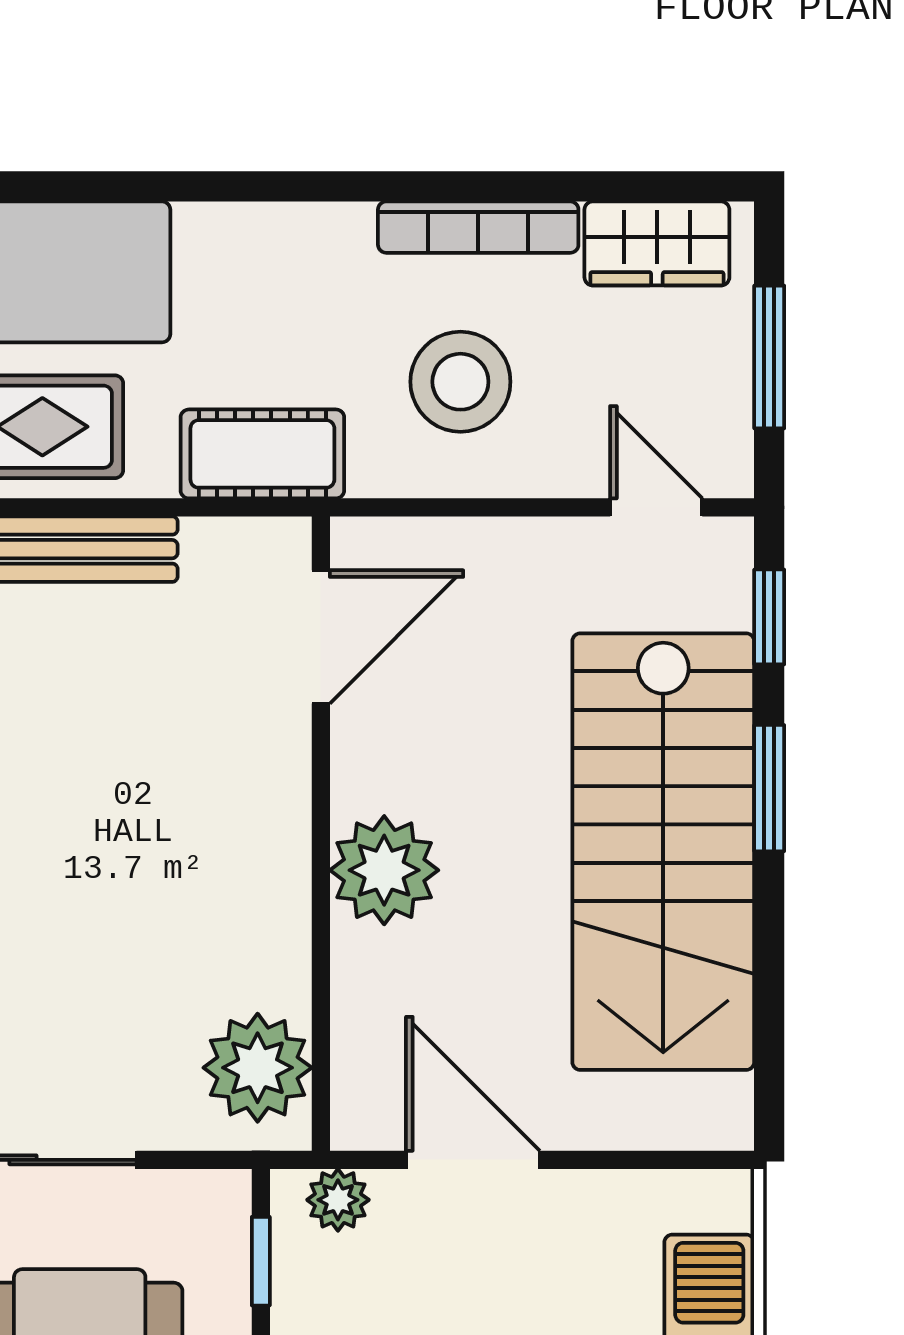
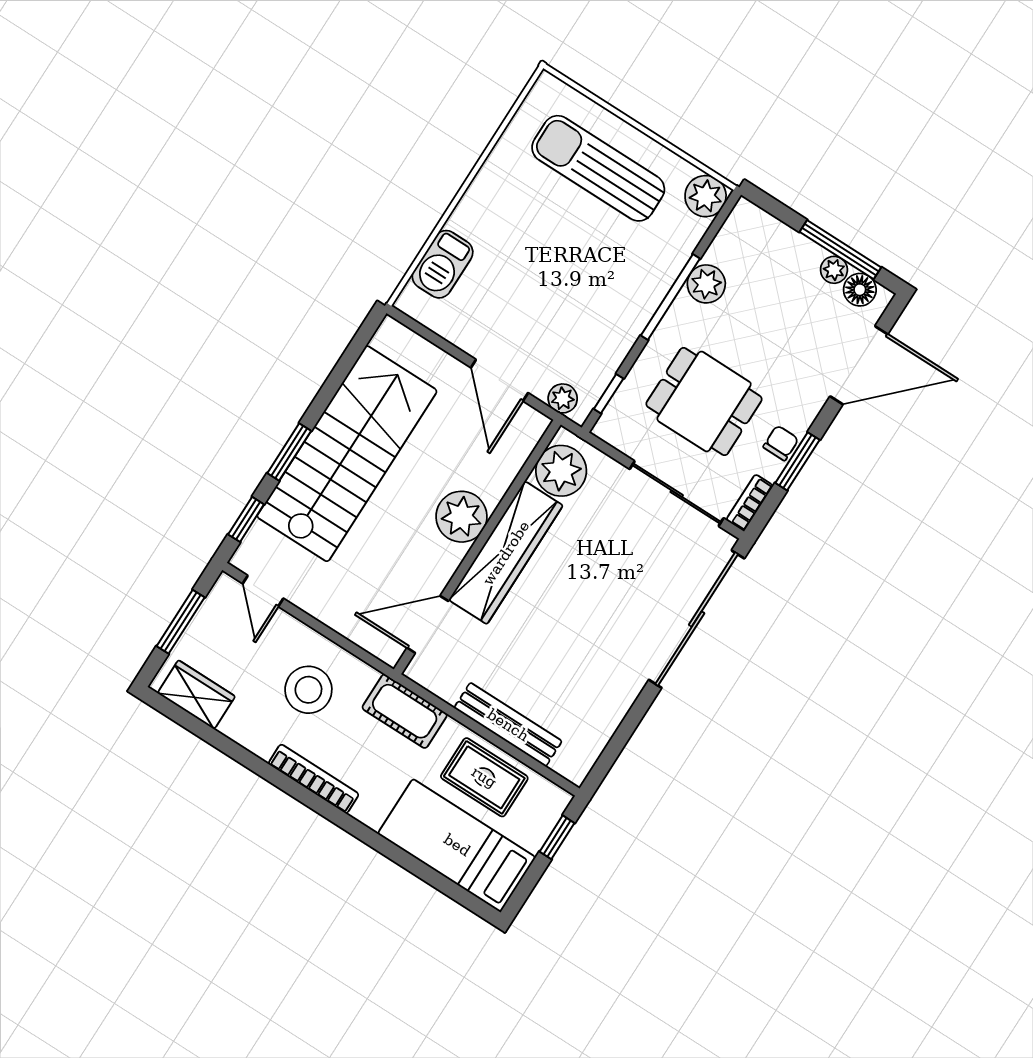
bookcase: (478, 227) -> (314, 779), moved
wardrobe: (263, 856) -> (506, 553), added

